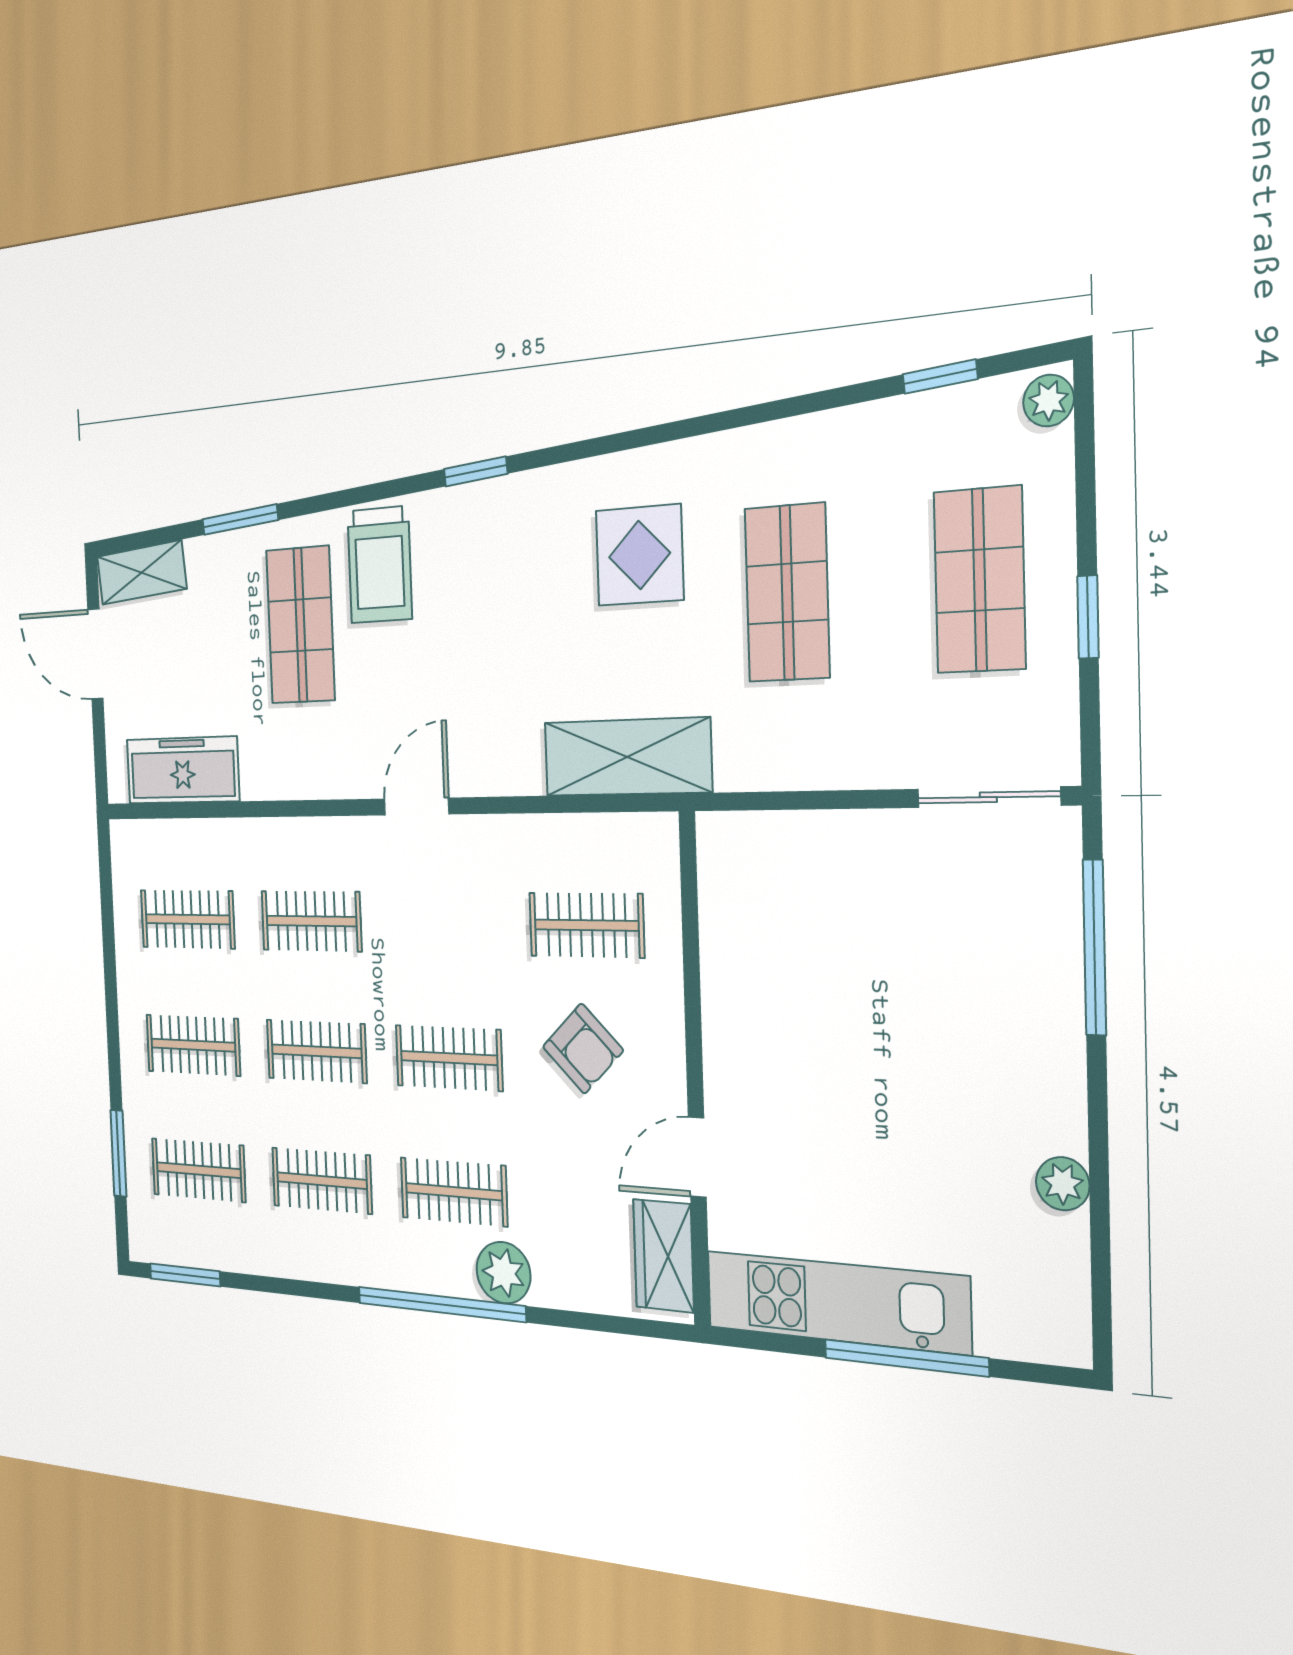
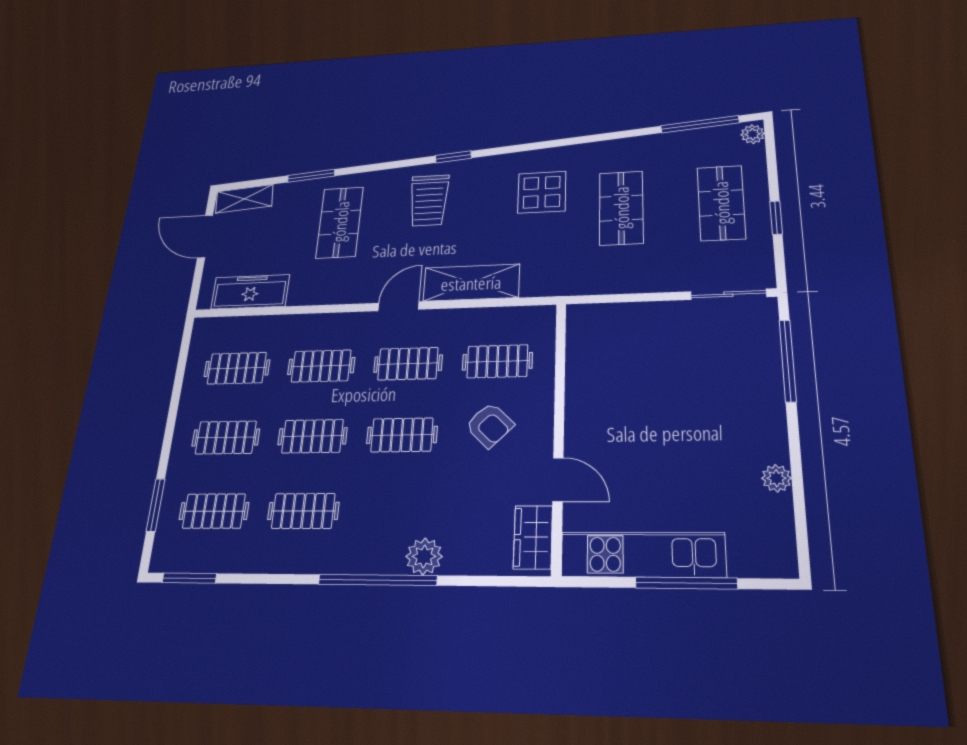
window: (940, 377) -> (700, 124), width x2.17
trolley: (380, 565) -> (429, 200), moved
shelving: (627, 757) -> (471, 283), moved
door: (697, 1157) -> (558, 480), swing flipped
clothes rail: (454, 1192) -> (408, 364), moved

